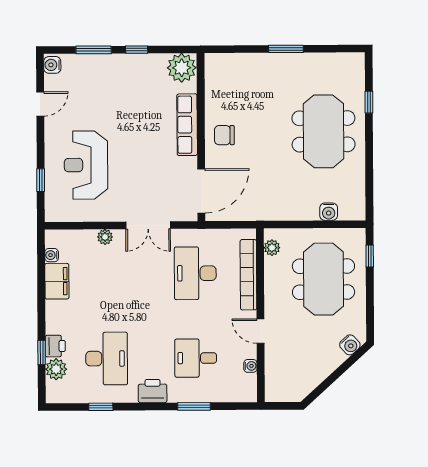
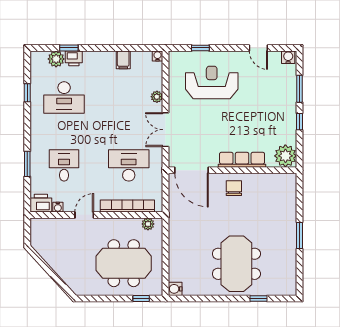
meeting table: (323, 131) -> (236, 264), turned 90
water cooler: (329, 212) -> (175, 289), moved
water cooler: (52, 255) -> (158, 56), moved
filing cabinet: (57, 281) -> (123, 60), width x0.50
water cooler: (350, 345) -> (73, 283), removed
printer: (153, 391) -> (41, 203), moved, turned -90

